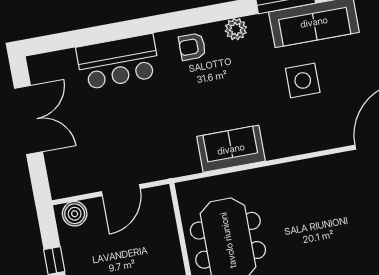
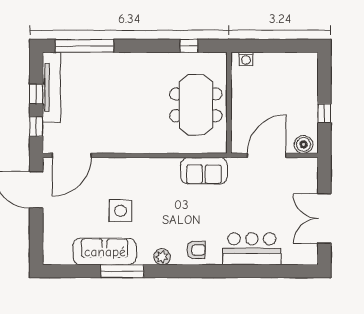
sofa: (231, 149) -> (204, 171), moved
door: (121, 190) -> (267, 155), width x1.36

